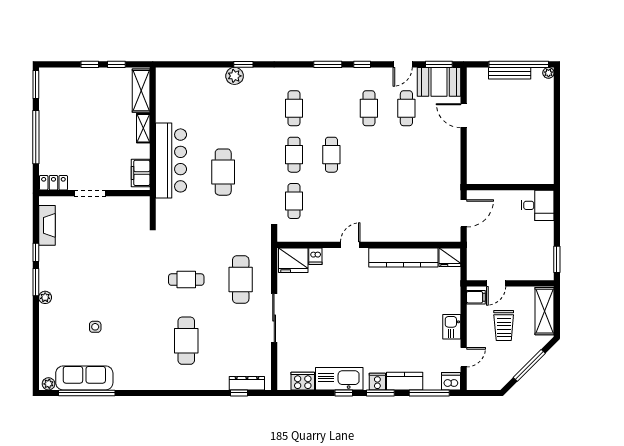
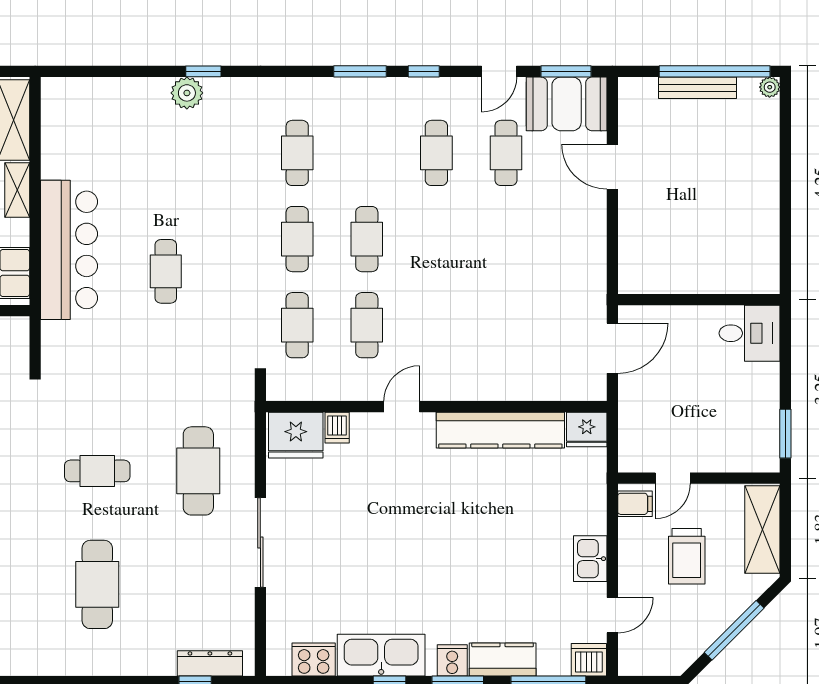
cafe table: (223, 172) -> (166, 271), width x0.73, depth x0.74
cafe table: (331, 201) -> (367, 325), added

